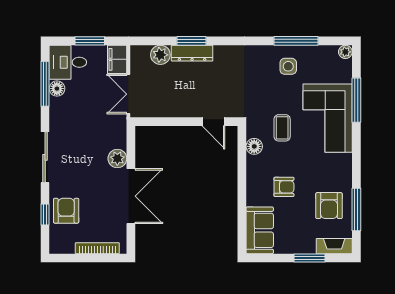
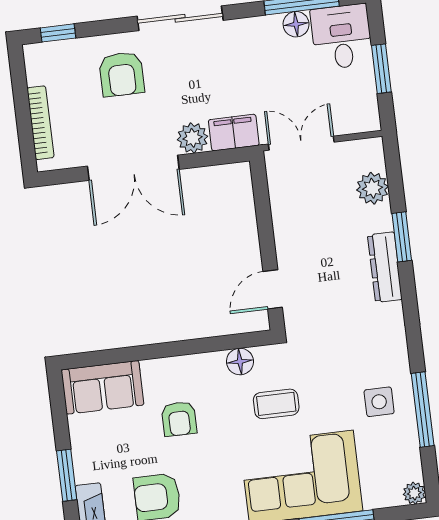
dresser: (192, 53) -> (385, 267), moved
filing cabinet: (117, 59) -> (234, 133), moved
armchair: (66, 211) -> (122, 74), moved, turned 90
window: (45, 215) -> (58, 33), moved

